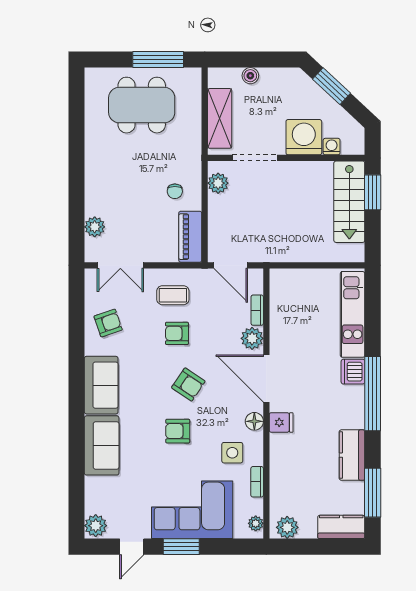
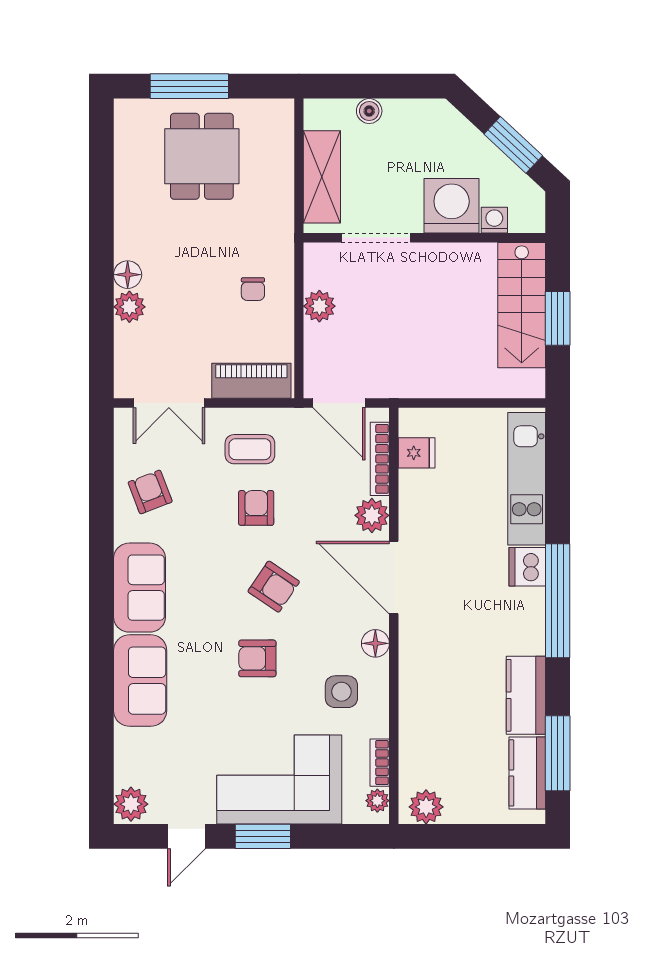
window: (158, 60) -> (189, 86), moved
window: (331, 86) -> (513, 145), moved
dining table: (142, 105) -> (202, 156), width x0.73
floor lamp: (93, 182) -> (128, 275), added
plant: (218, 183) -> (319, 306), moved
window: (373, 192) -> (558, 318), moved
plant: (95, 227) -> (129, 307), moved
piano: (190, 237) -> (251, 381), moved, turned 90
bookcase: (257, 310) -> (380, 459), width x1.56
armchair: (108, 323) -> (150, 492), turned -92
armchair: (177, 333) -> (256, 508), turned 90
fridge: (281, 422) -> (417, 453), moved
bookcase: (257, 482) -> (380, 763), moved
kitchen counter: (341, 527) -> (527, 773), moved, turned -90

